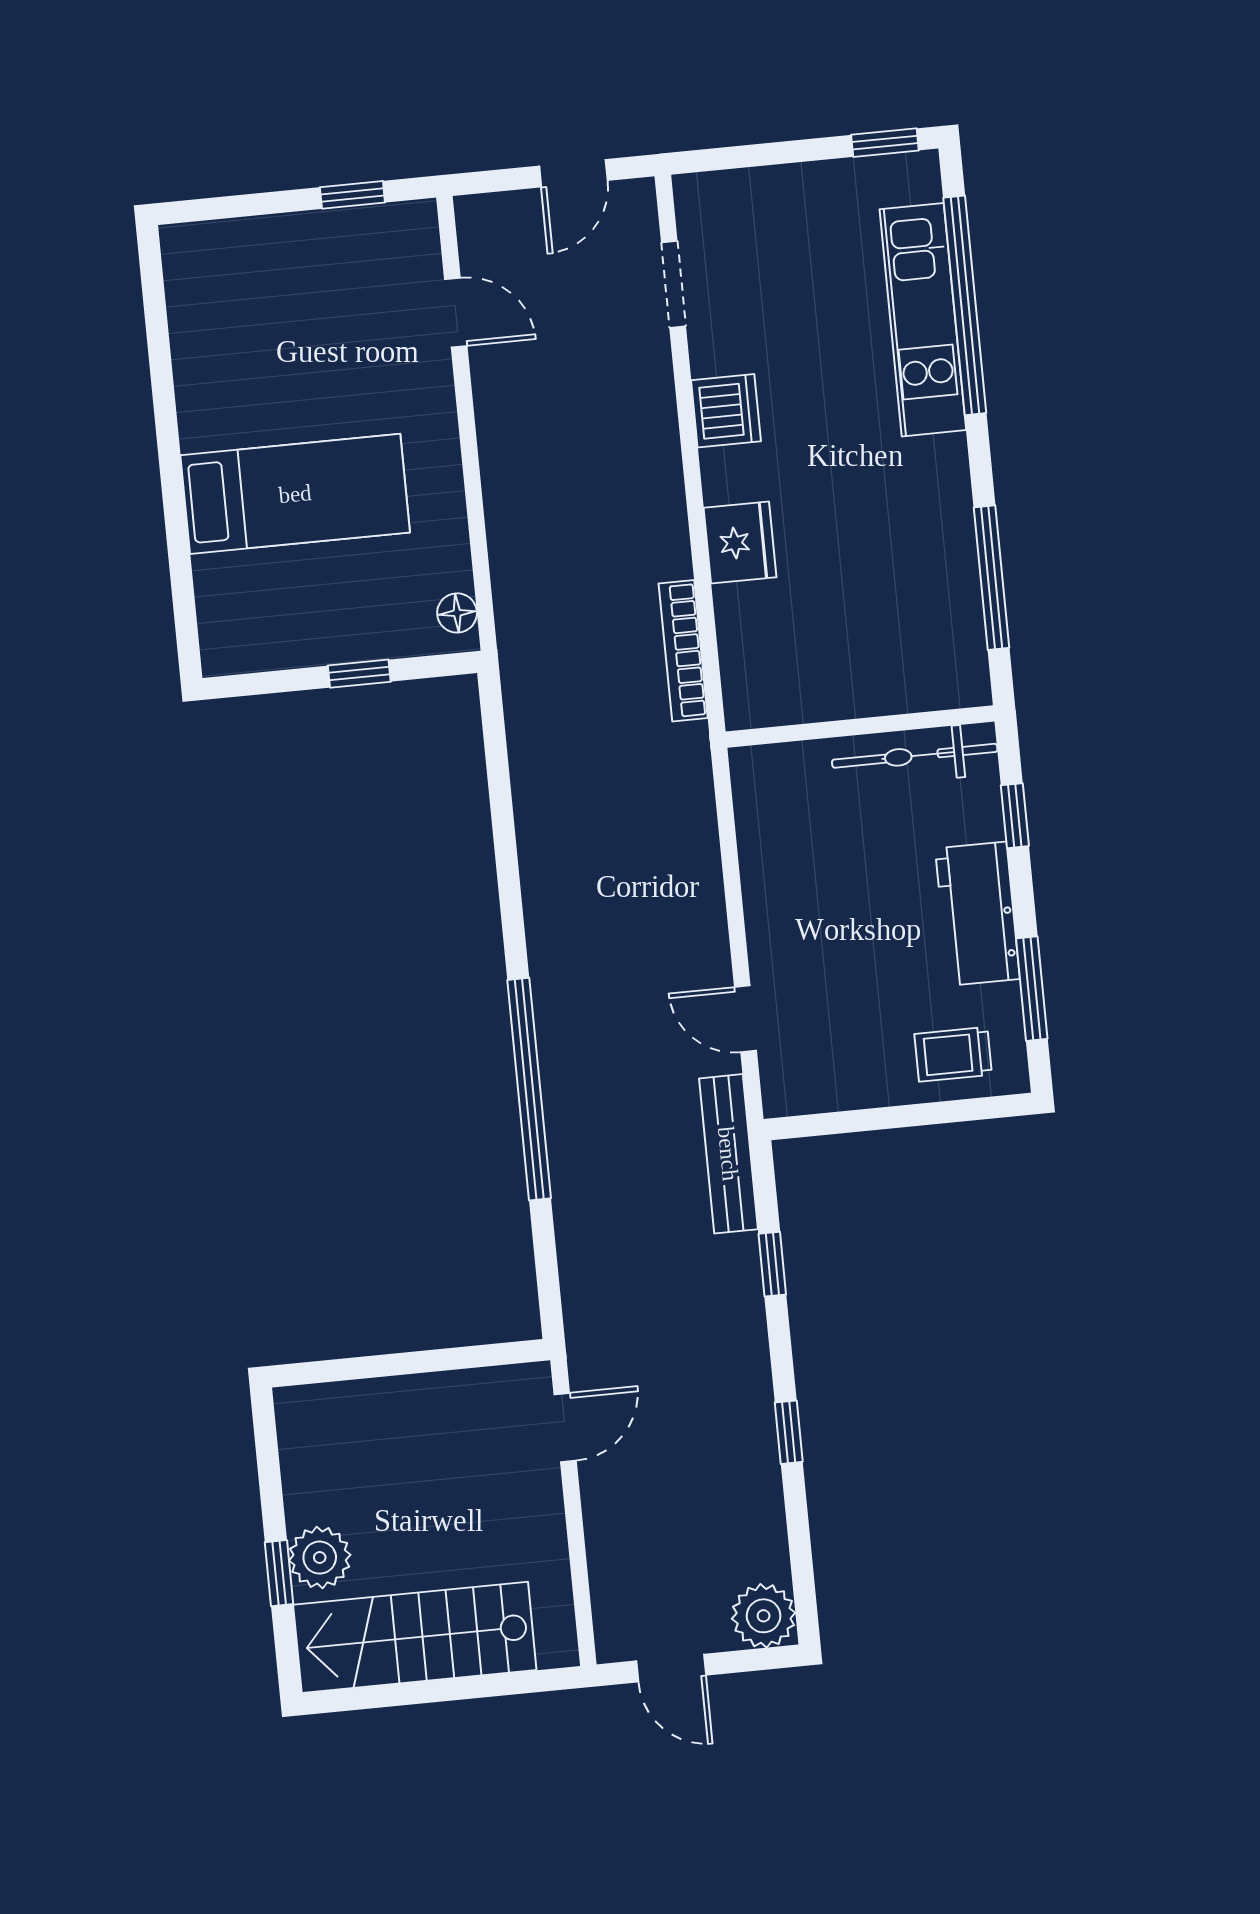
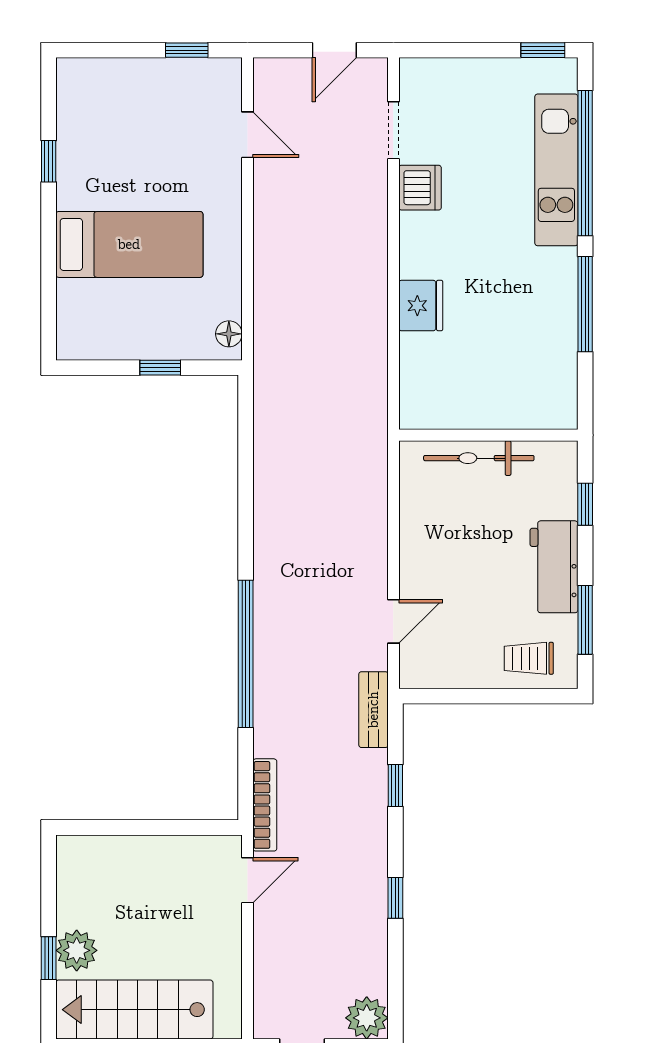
window: (162, 381) -> (49, 161), added
dishwasher: (726, 411) -> (420, 188), moved
window: (991, 578) -> (585, 304), moved
bookcase: (683, 651) -> (265, 805), moved, turned 180
bicycle: (915, 756) -> (479, 458), moved
door: (745, 1019) -> (393, 621), swing flipped
bench: (728, 1154) -> (373, 710), width x0.73

